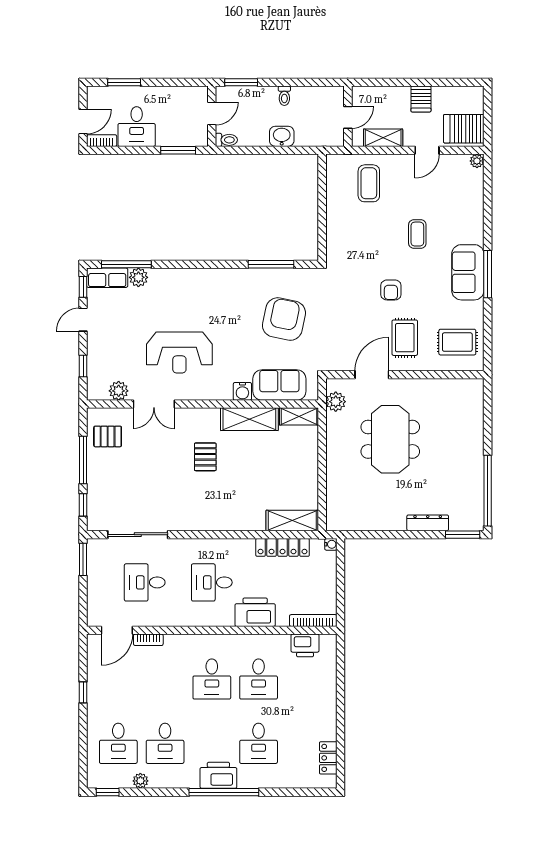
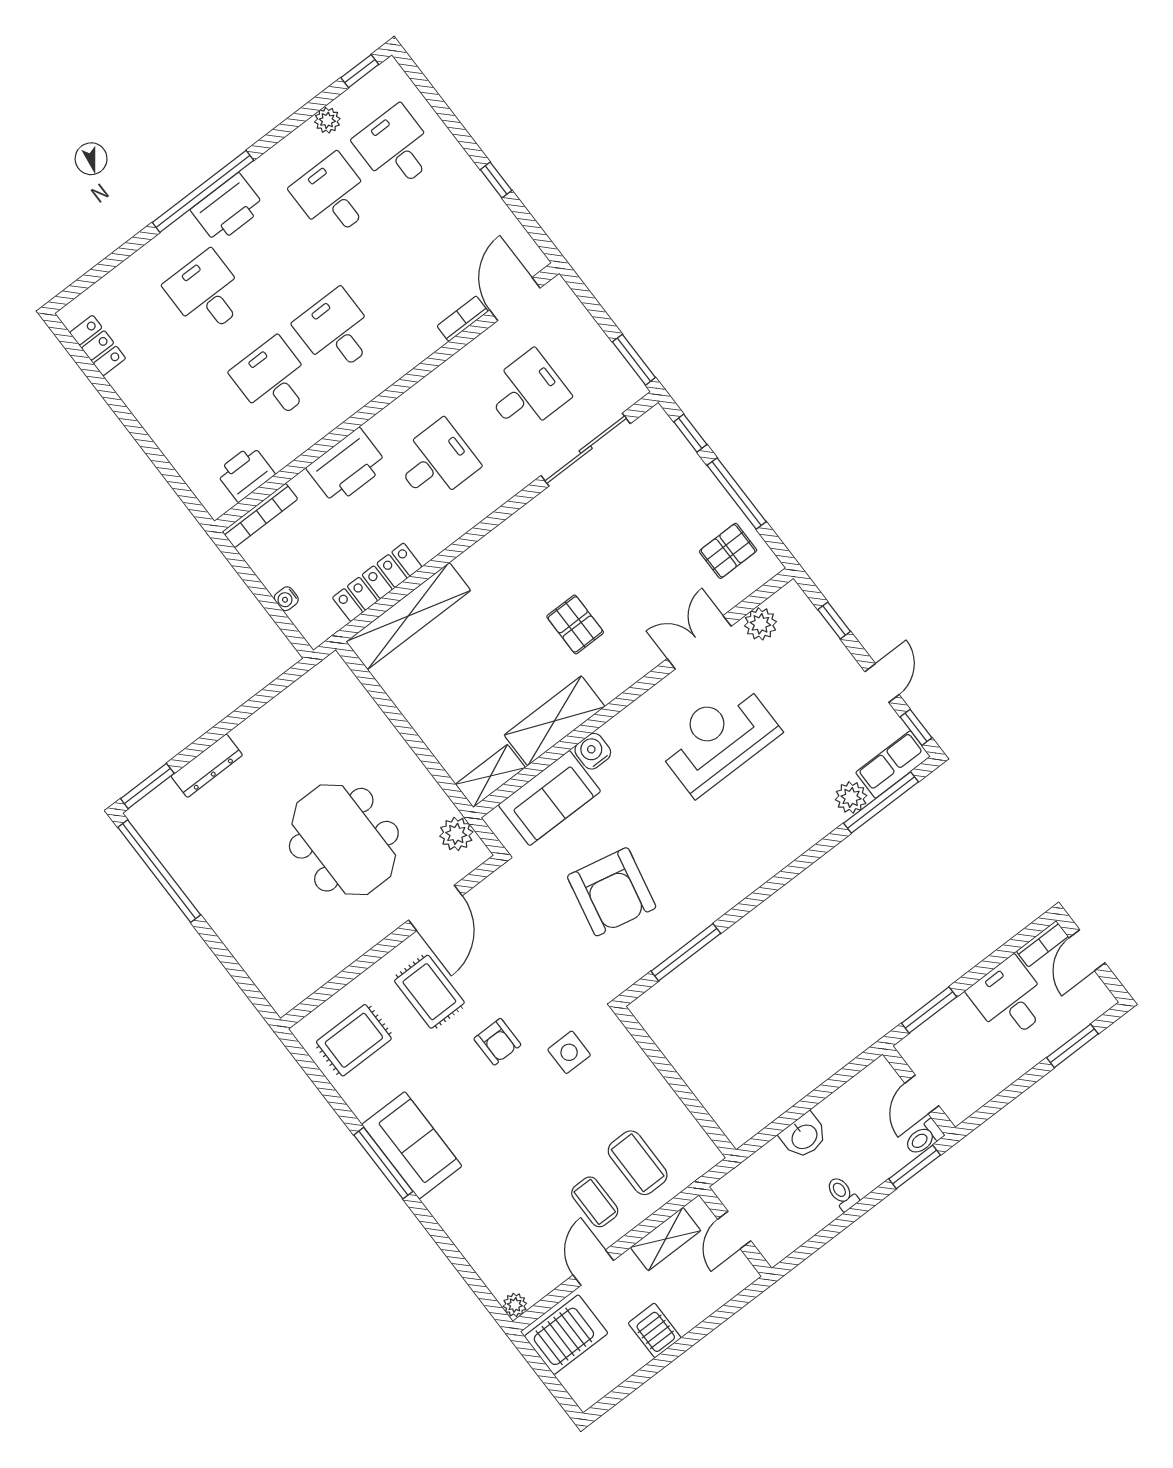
toilet: (226, 140) -> (924, 1138), moved
coffee table: (417, 234) -> (595, 1202), moved
side table: (361, 259) -> (569, 1052), added
armchair: (391, 290) -> (497, 1042), turned 180
shelving: (292, 520) -> (408, 616), width x1.47
water cooler: (331, 544) -> (286, 599), moved

